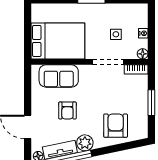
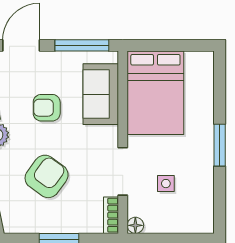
nightstand: (143, 33) -> (167, 226), removed
window: (28, 88) -> (82, 45), added
armchair: (116, 126) -> (47, 176), moved, turned -54

